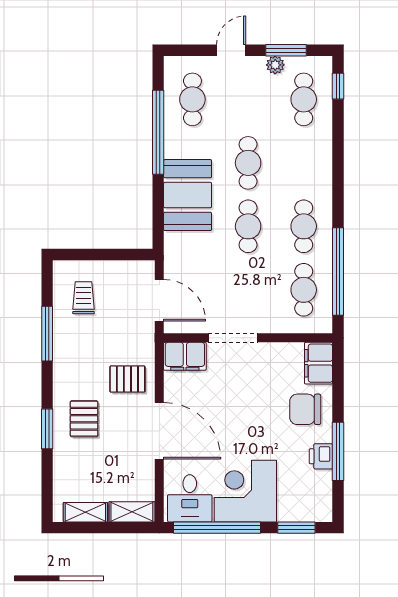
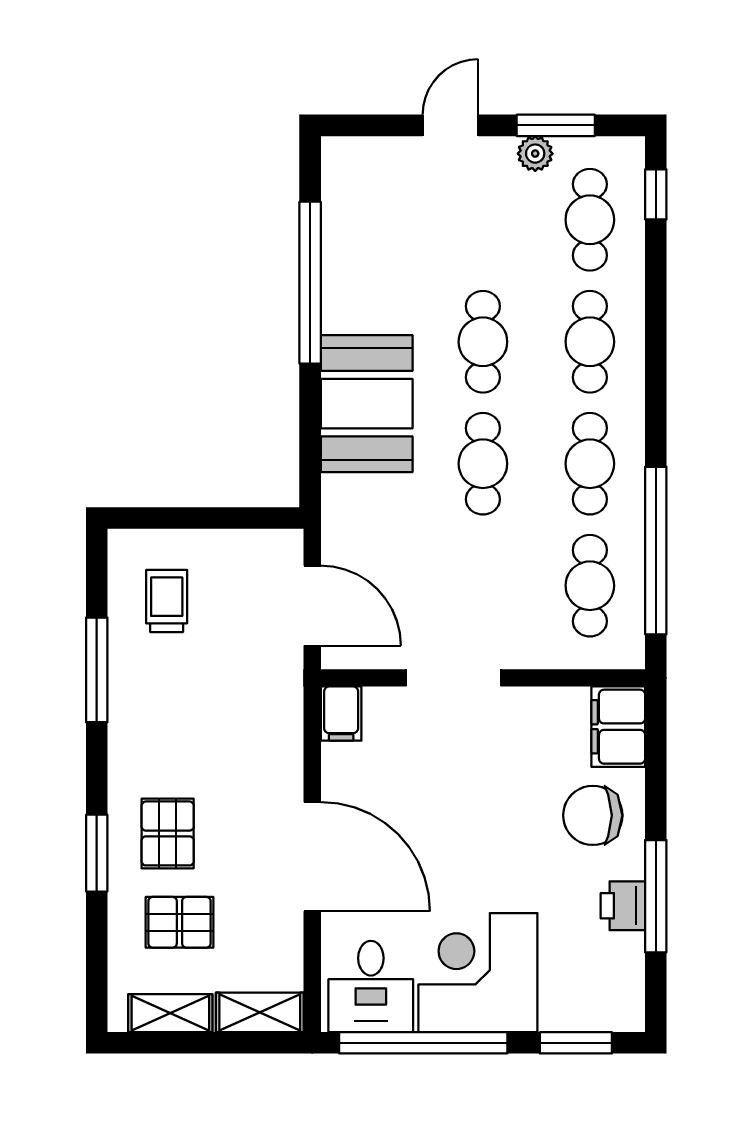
cafe table: (192, 99) -> (590, 342), moved
filing cabinet: (185, 356) -> (341, 714), width x0.50
pallet: (127, 379) -> (179, 922), moved

